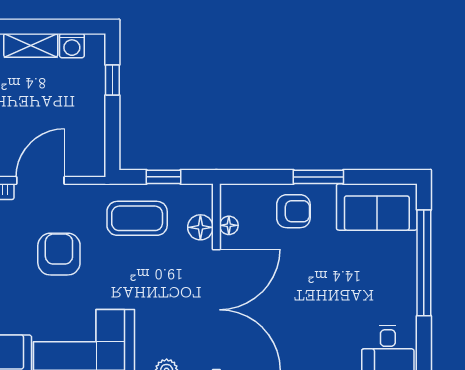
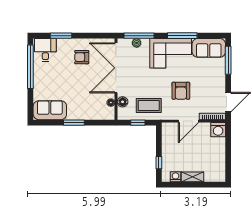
armchair: (293, 211) -> (82, 57), moved
window: (424, 263) -> (30, 67), moved

